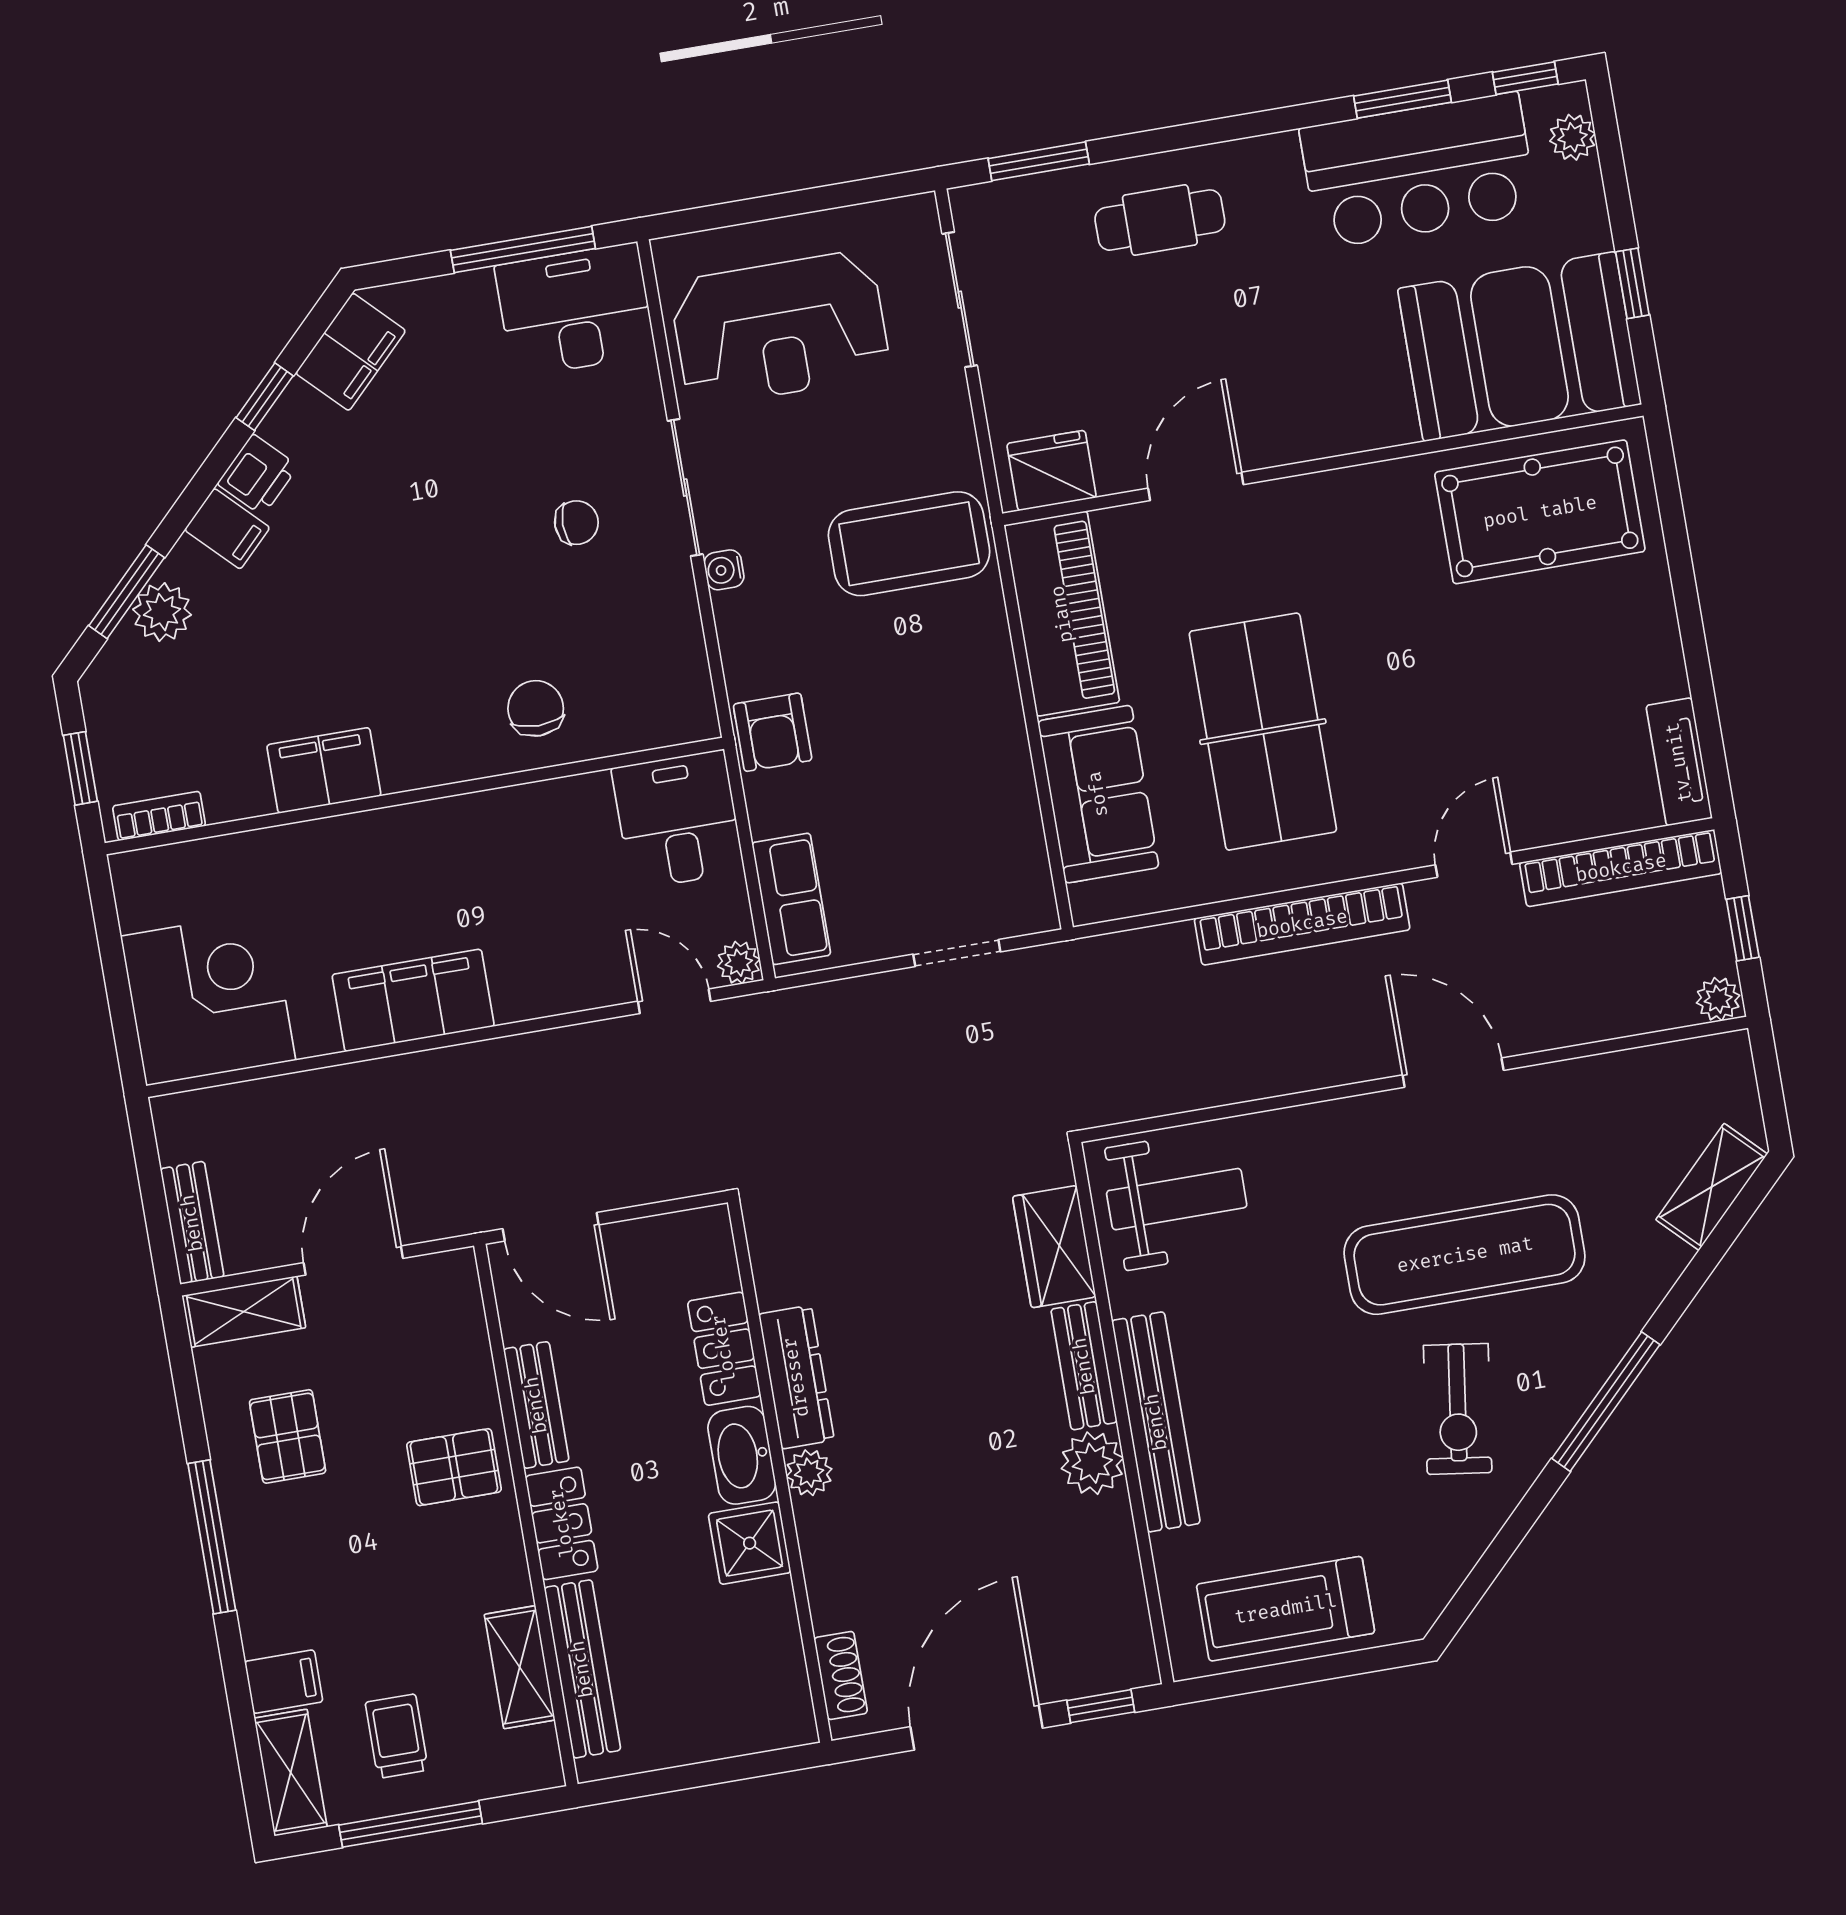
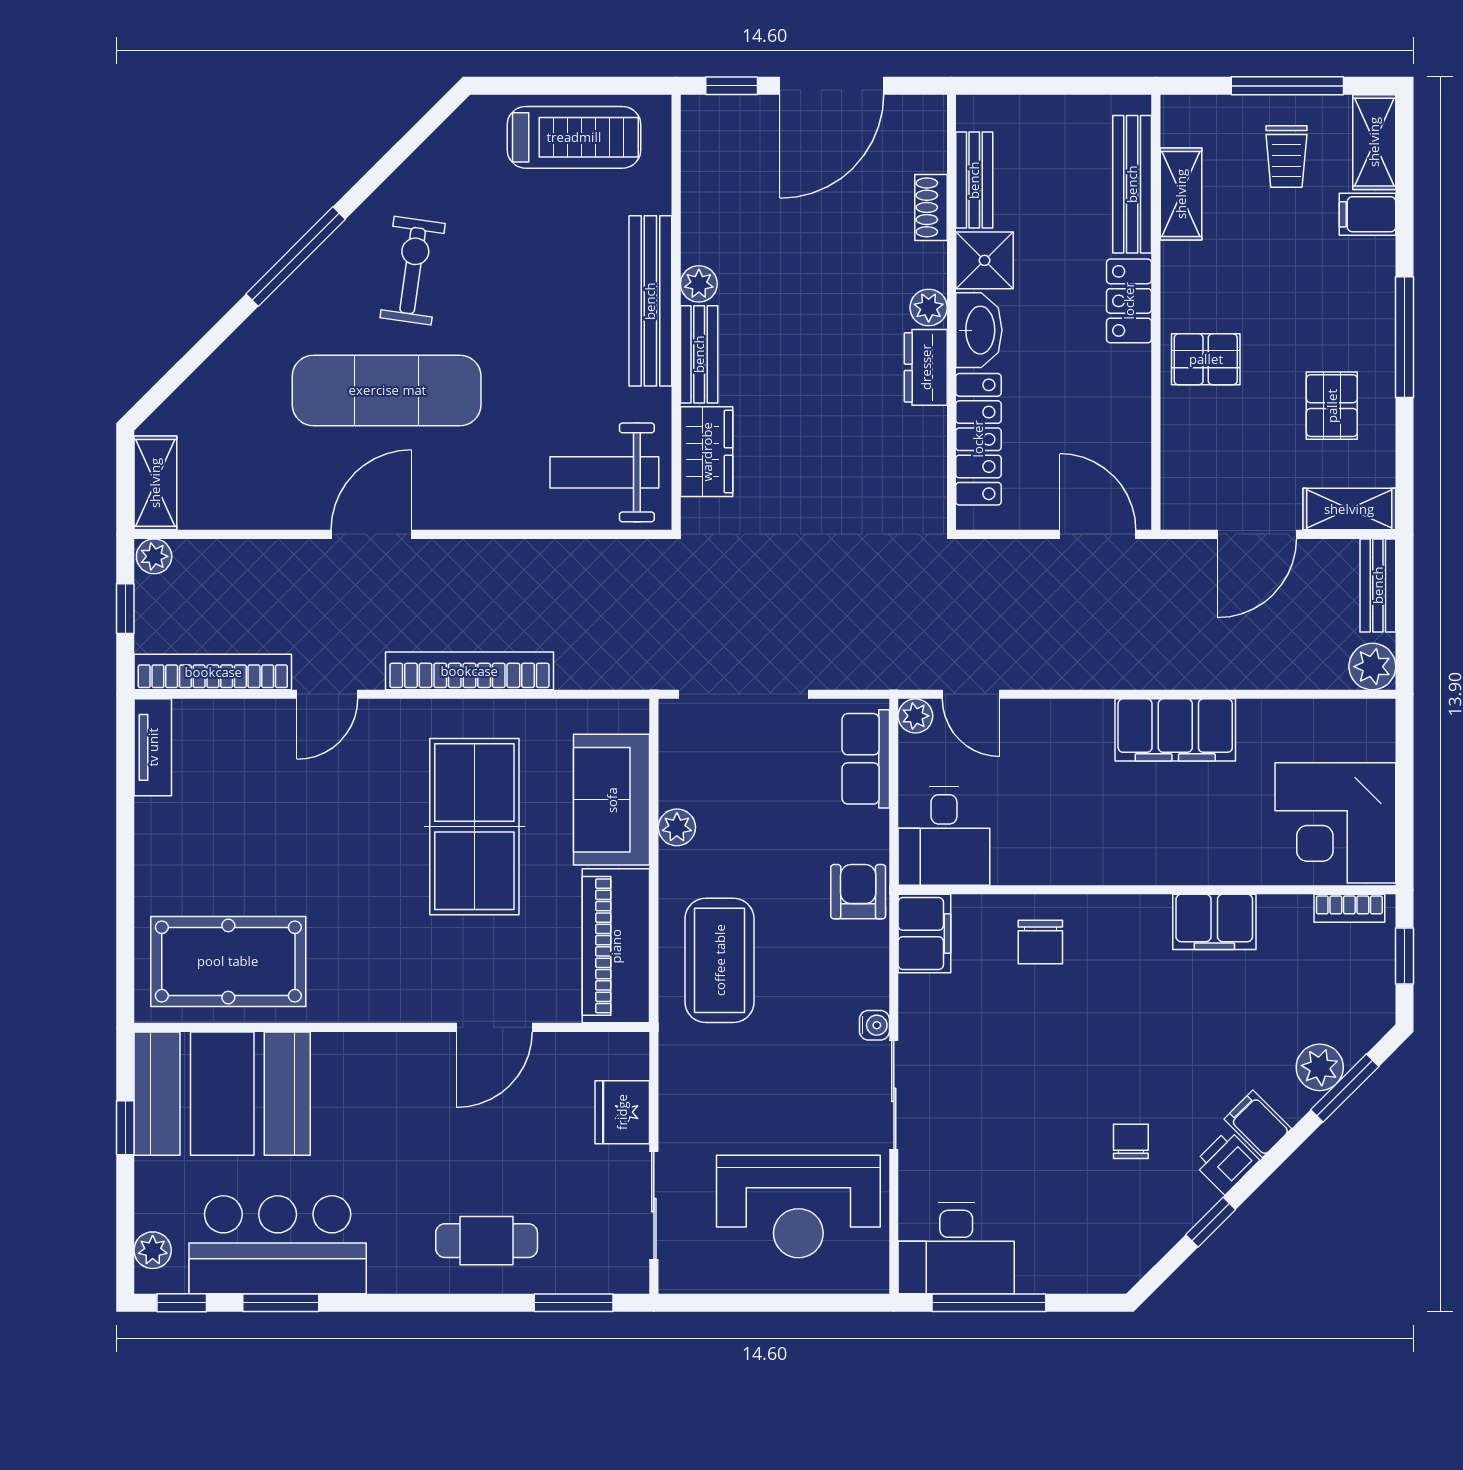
reception desk: (780, 329) -> (798, 1206), turned 180
filing cabinet: (351, 352) -> (924, 934), moved, turned 135
fridge: (1052, 471) -> (622, 1112), moved, turned 90
chair: (576, 523) -> (1131, 1141), moved, turned 90
coffee table: (909, 544) -> (720, 960), moved, turned 90
plant: (1011, 774) -> (677, 827), added
doorway: (957, 953) -> (744, 694), width x1.88
corner desk: (208, 998) -> (1335, 823), moved
door: (1453, 1073) -> (371, 534), swing flipped
plant: (182, 1121) -> (1372, 667), added
shelving: (1712, 1187) -> (155, 483), moved, turned -45
locker: (724, 1349) -> (978, 439), width x1.53
dresser: (796, 1377) -> (926, 367), width x0.70
bench: (536, 1405) -> (974, 180), moved
plant: (1092, 1463) -> (699, 284), width x0.73, depth x0.73
shoe rack: (841, 1675) -> (931, 207), moved

